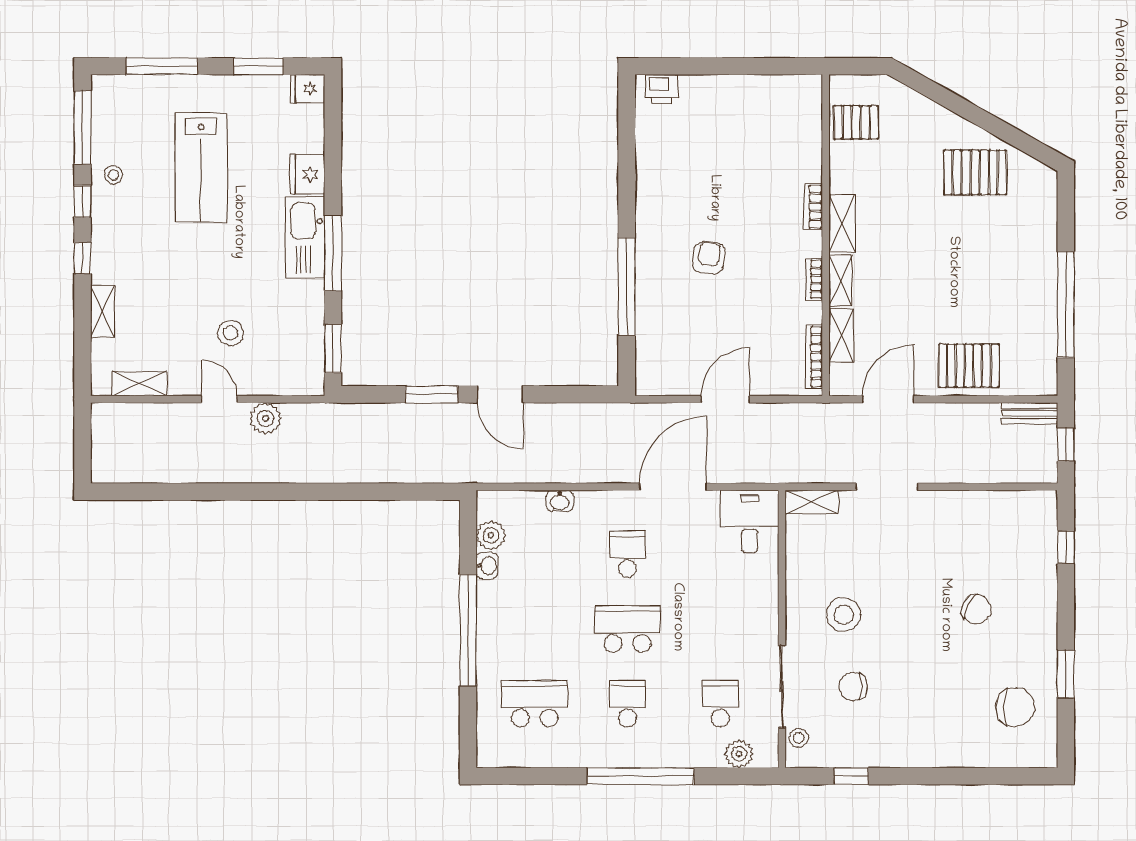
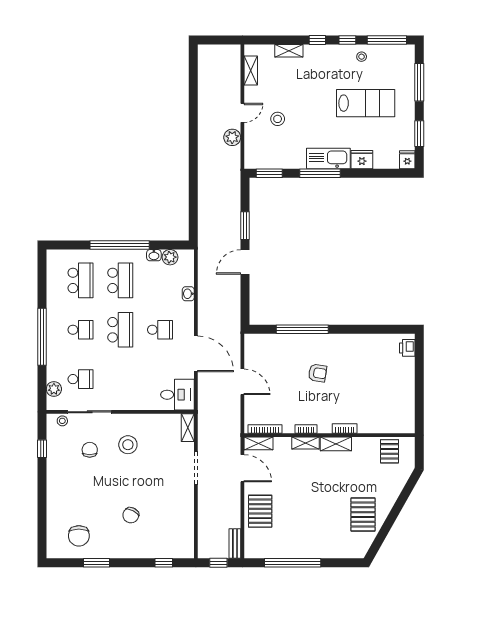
lab bench: (201, 167) -> (366, 103), turned 180
shelving: (841, 335) -> (258, 443), moved
school desk: (535, 629) -> (120, 280), added

